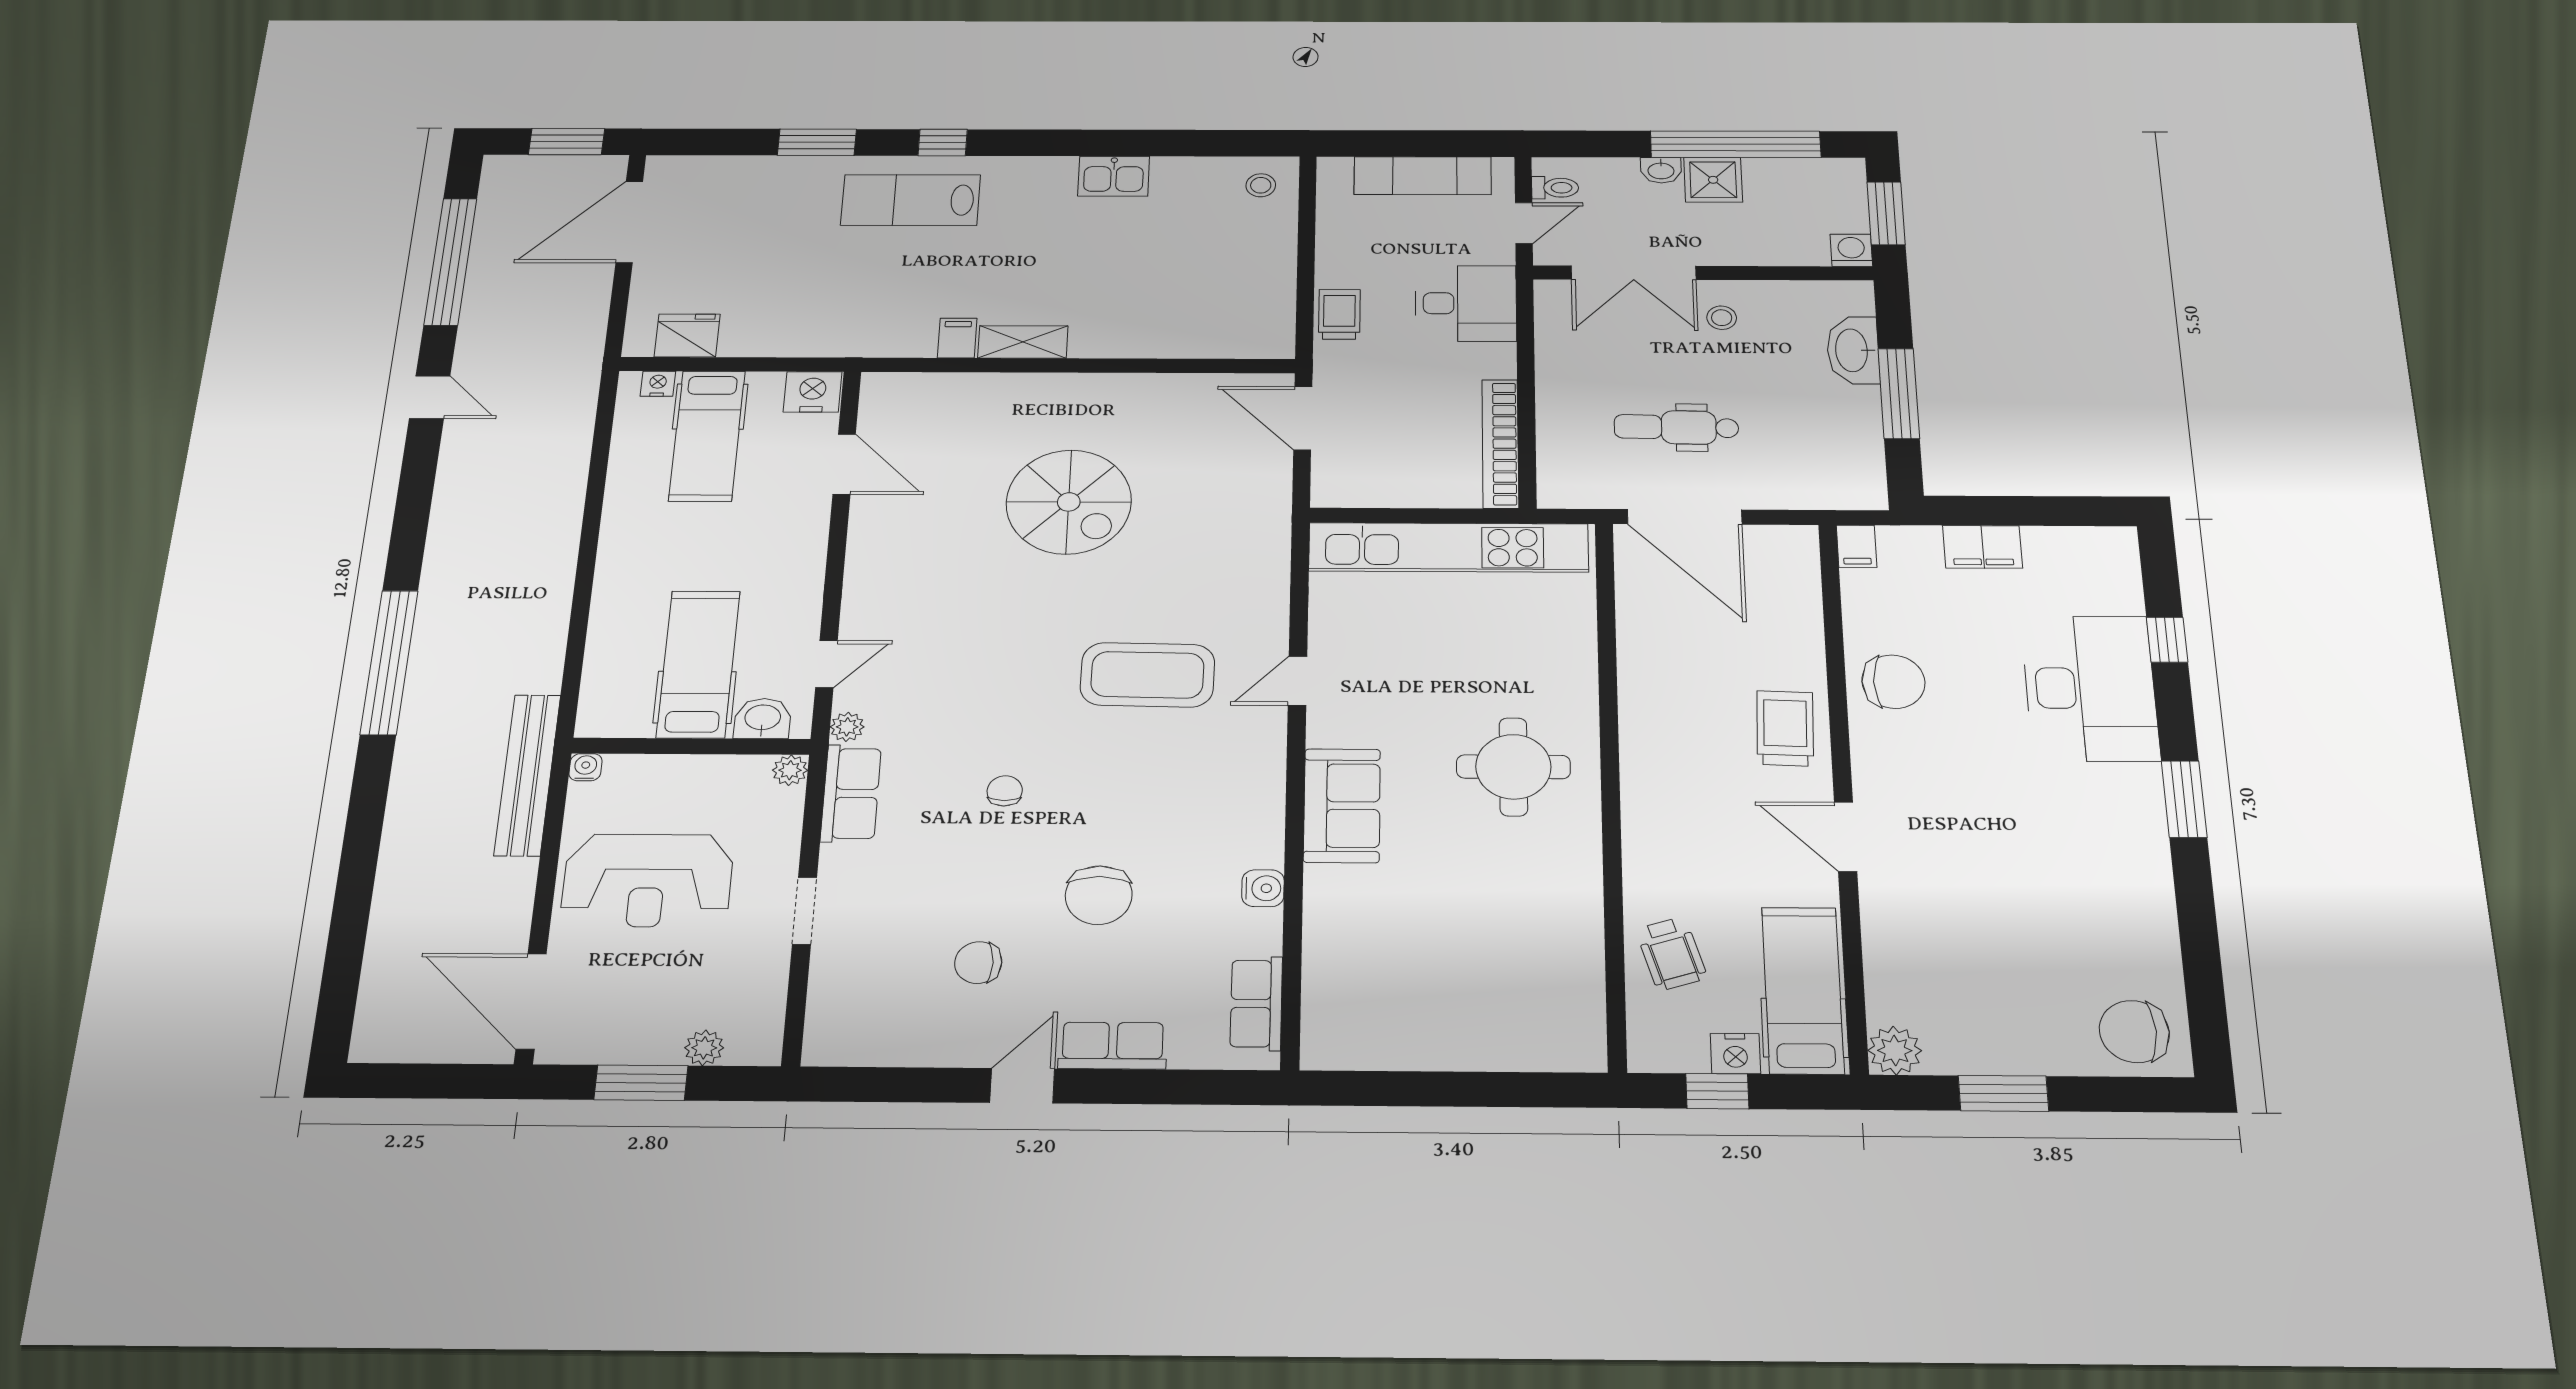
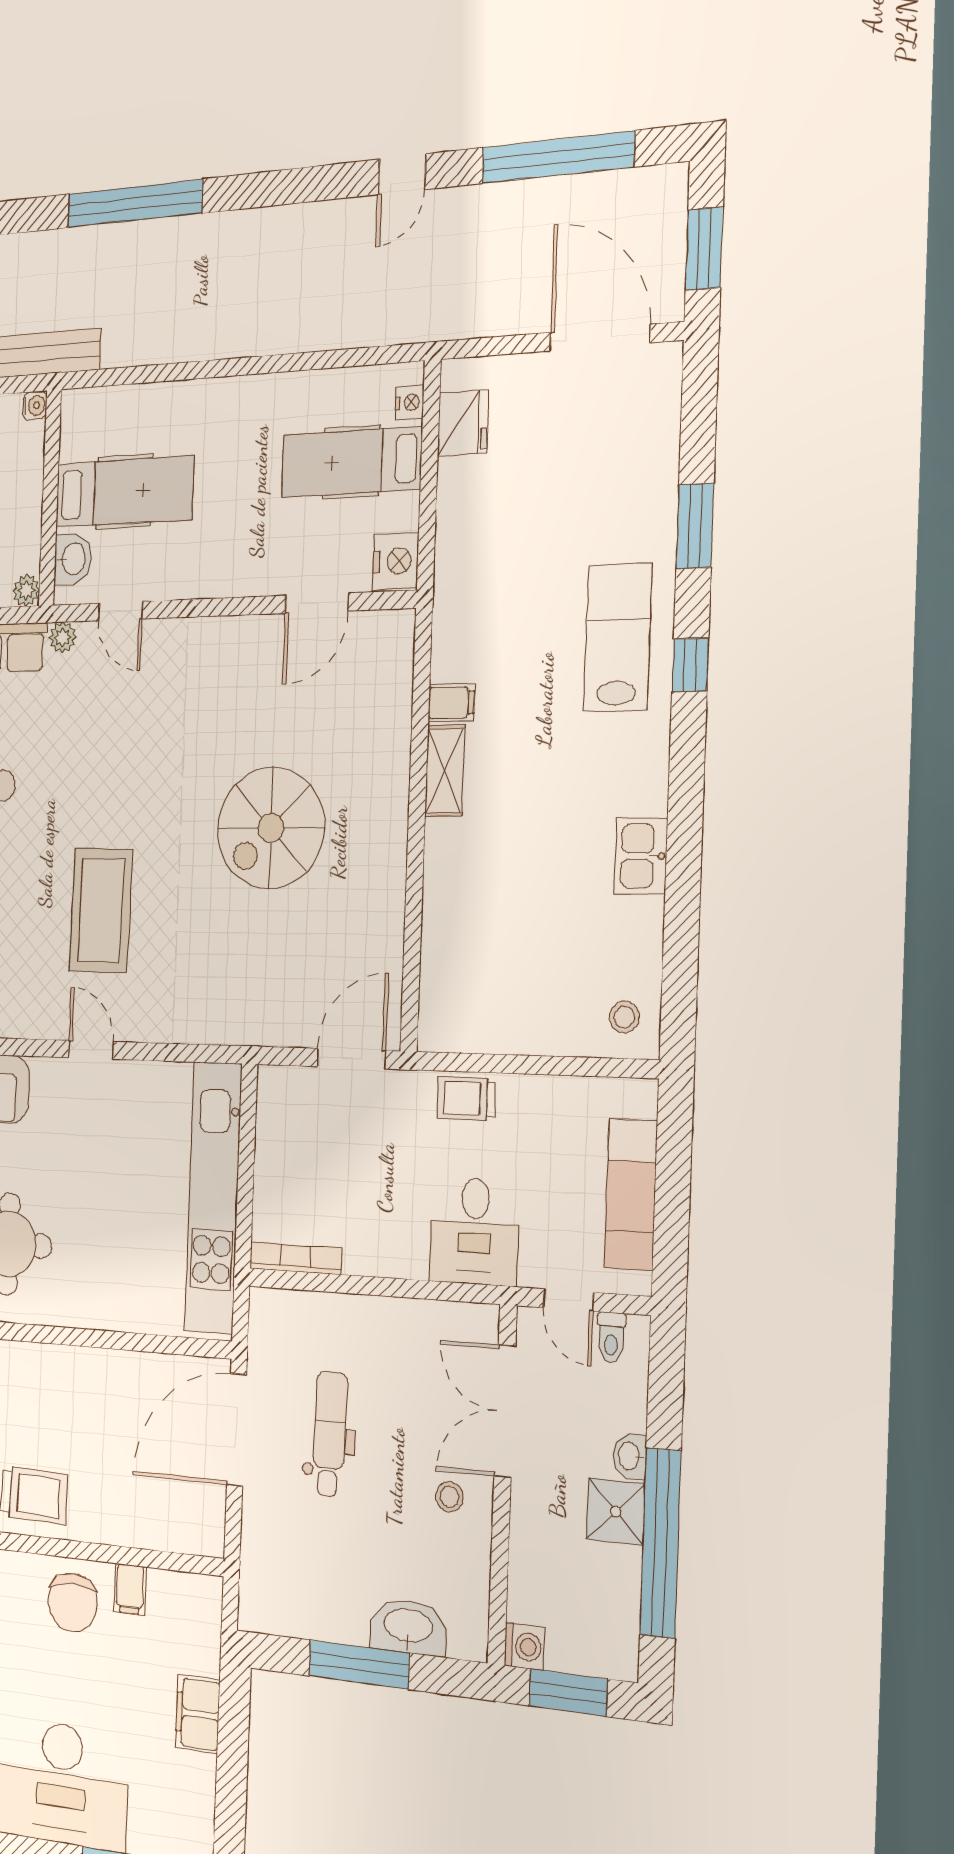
trolley: (1339, 314) -> (466, 1099), turned 180
bookcase: (1500, 444) -> (296, 1258), width x0.68, depth x0.76
filing cabinet: (1857, 546) -> (130, 1589), moved, turned -90

